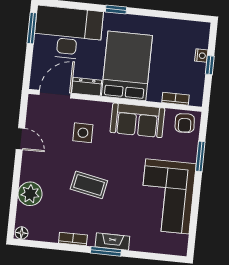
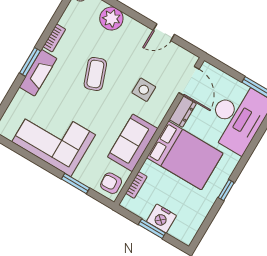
window: (116, 10) -> (226, 190), moved
nightstand: (201, 56) -> (161, 218), width x1.89, depth x1.79
window: (210, 65) -> (152, 229), width x1.50
coffee table: (89, 185) -> (95, 74), turned -31
fireplace: (112, 242) -> (38, 73), width x1.37, depth x1.32

